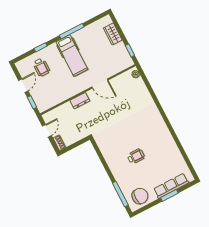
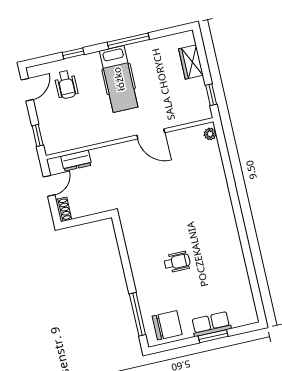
door: (23, 86) -> (27, 90), moved
dresser: (80, 101) -> (76, 161), moved
row of seats: (171, 186) -> (211, 324), width x0.68

